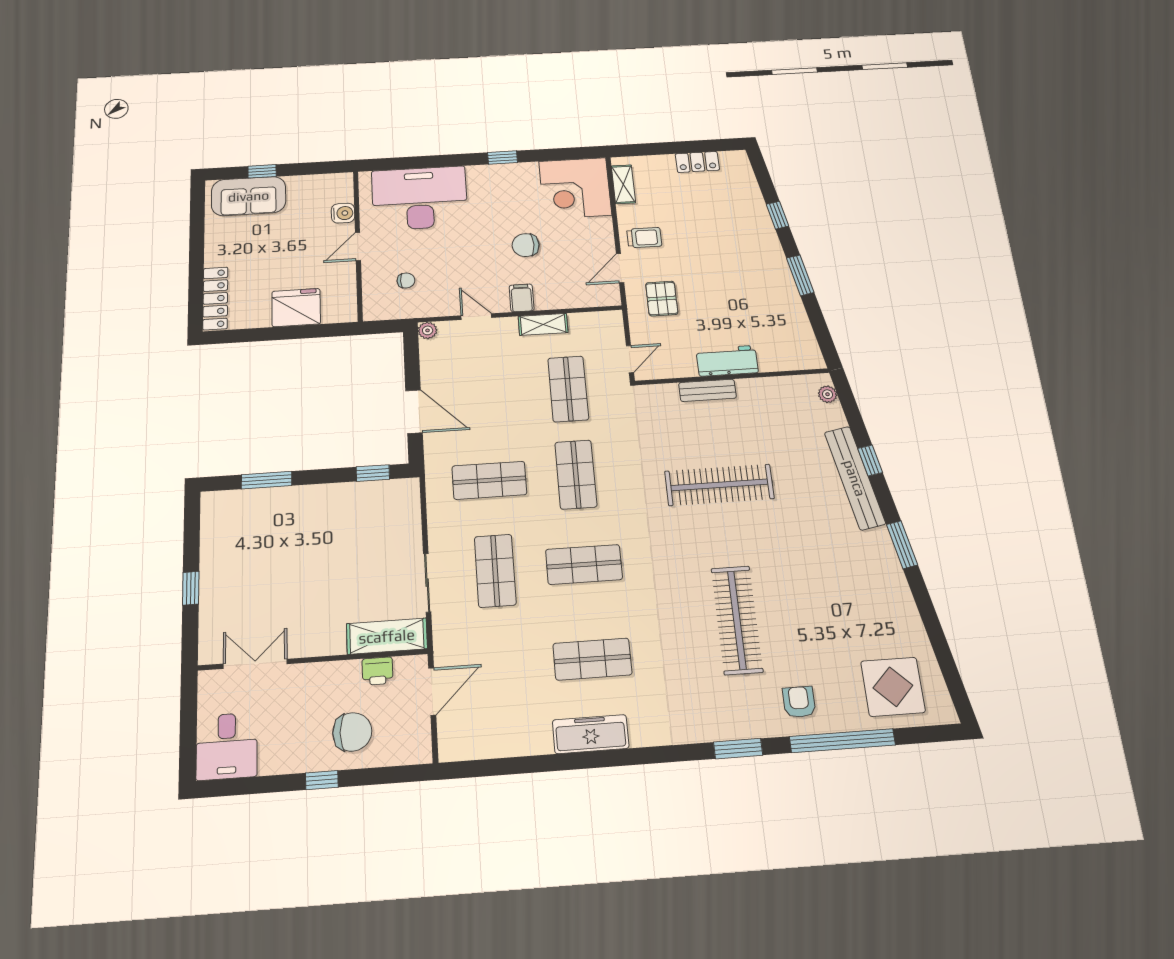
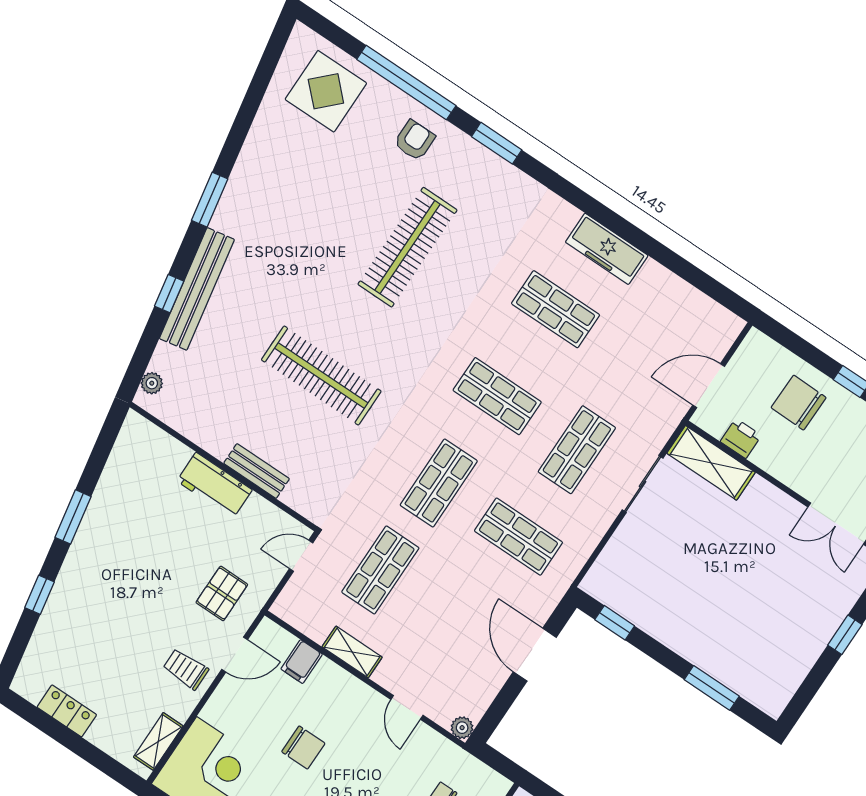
filing cabinet: (522, 298) -> (302, 662), moved
armchair: (799, 702) -> (414, 140), turned 180

